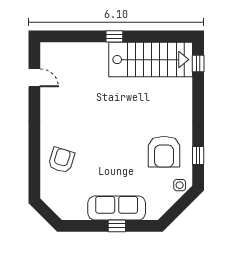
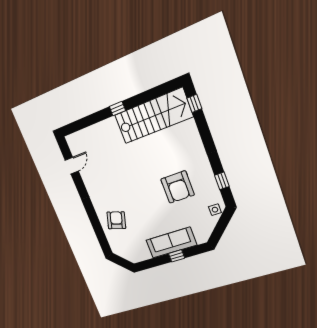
door: (34, 78) -> (72, 166), hinge flipped
armchair: (164, 152) -> (178, 187), moved

